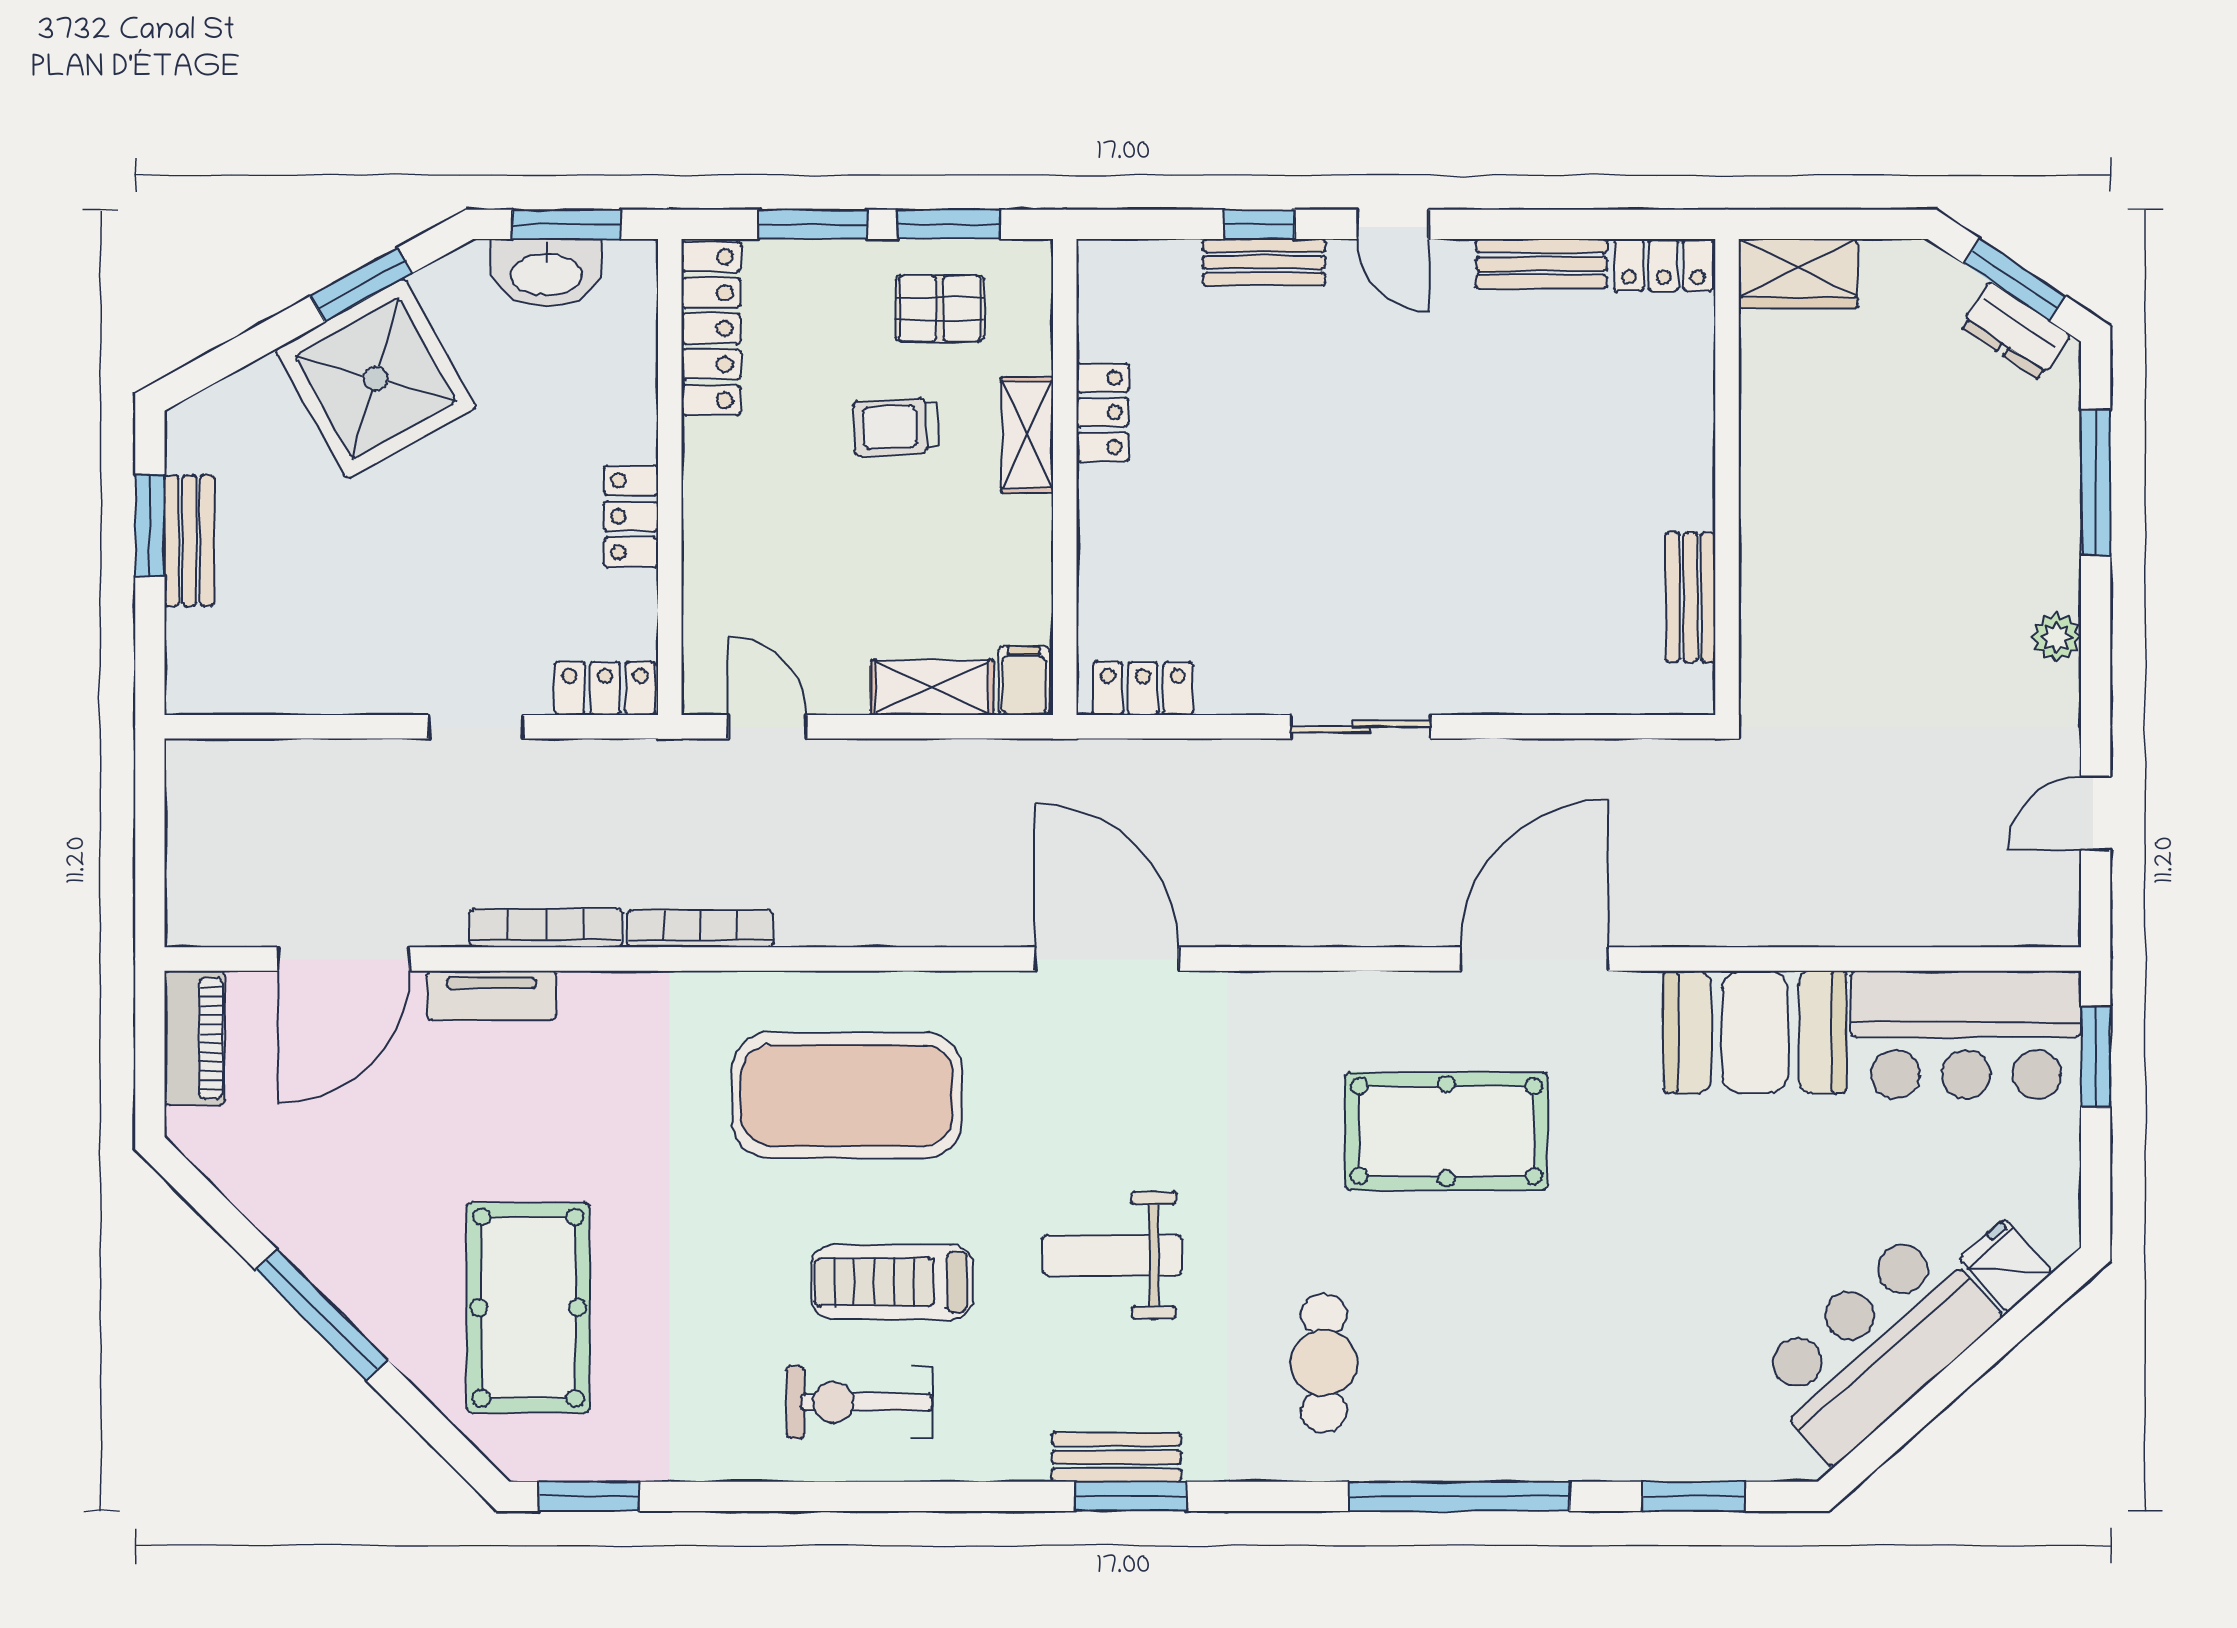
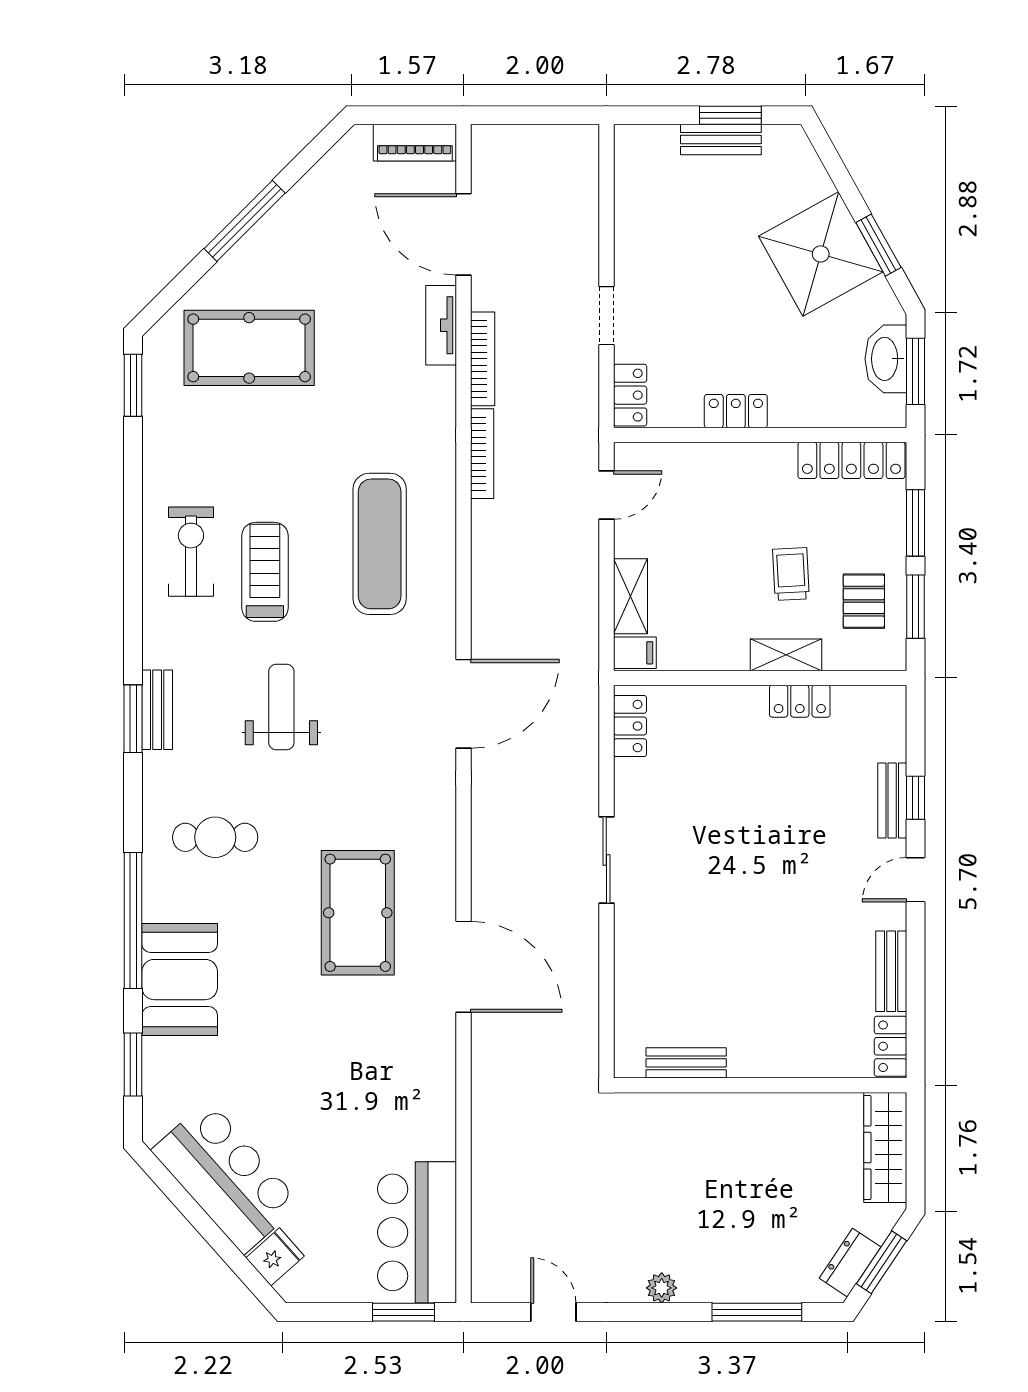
wardrobe: (1798, 274) -> (885, 1147), width x1.50
booth: (1755, 1032) -> (180, 980), moved
exercise mat: (847, 1095) -> (380, 544), width x0.68

